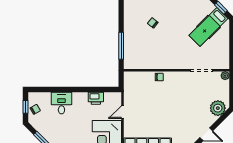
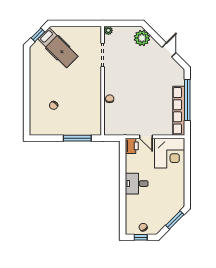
printer: (96, 98) -> (132, 146), moved
desk: (61, 103) -> (137, 184), moved

